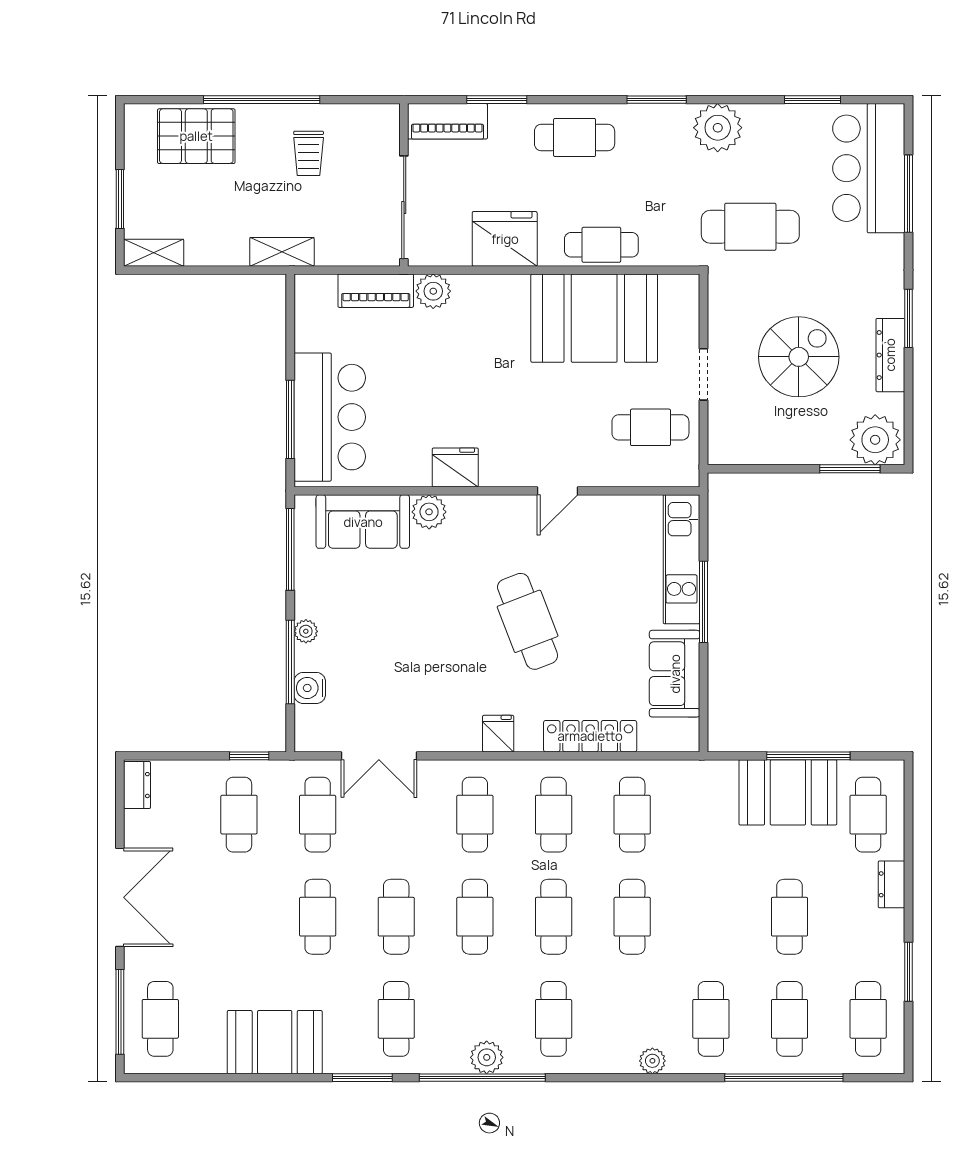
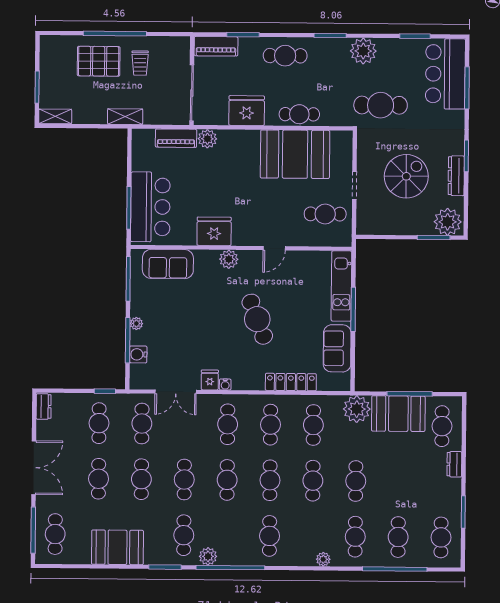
pallet: (196, 136) -> (99, 61), moved
fridge: (455, 467) -> (214, 231), width x1.36, depth x1.34
plant: (429, 512) -> (229, 259), moved
fridge: (498, 734) -> (210, 380), moved
water cooler: (470, 742) -> (225, 384), added
plant: (712, 785) -> (357, 409), added
cafe table: (239, 917) -> (99, 479), added
cafe table: (789, 917) -> (356, 481), moved
plant: (487, 1057) -> (208, 556), moved

